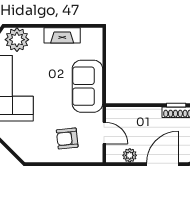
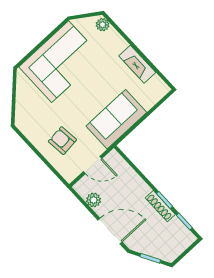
plant: (17, 40) -> (103, 25), width x0.53, depth x0.53
door: (104, 133) -> (93, 165), hinge flipped

